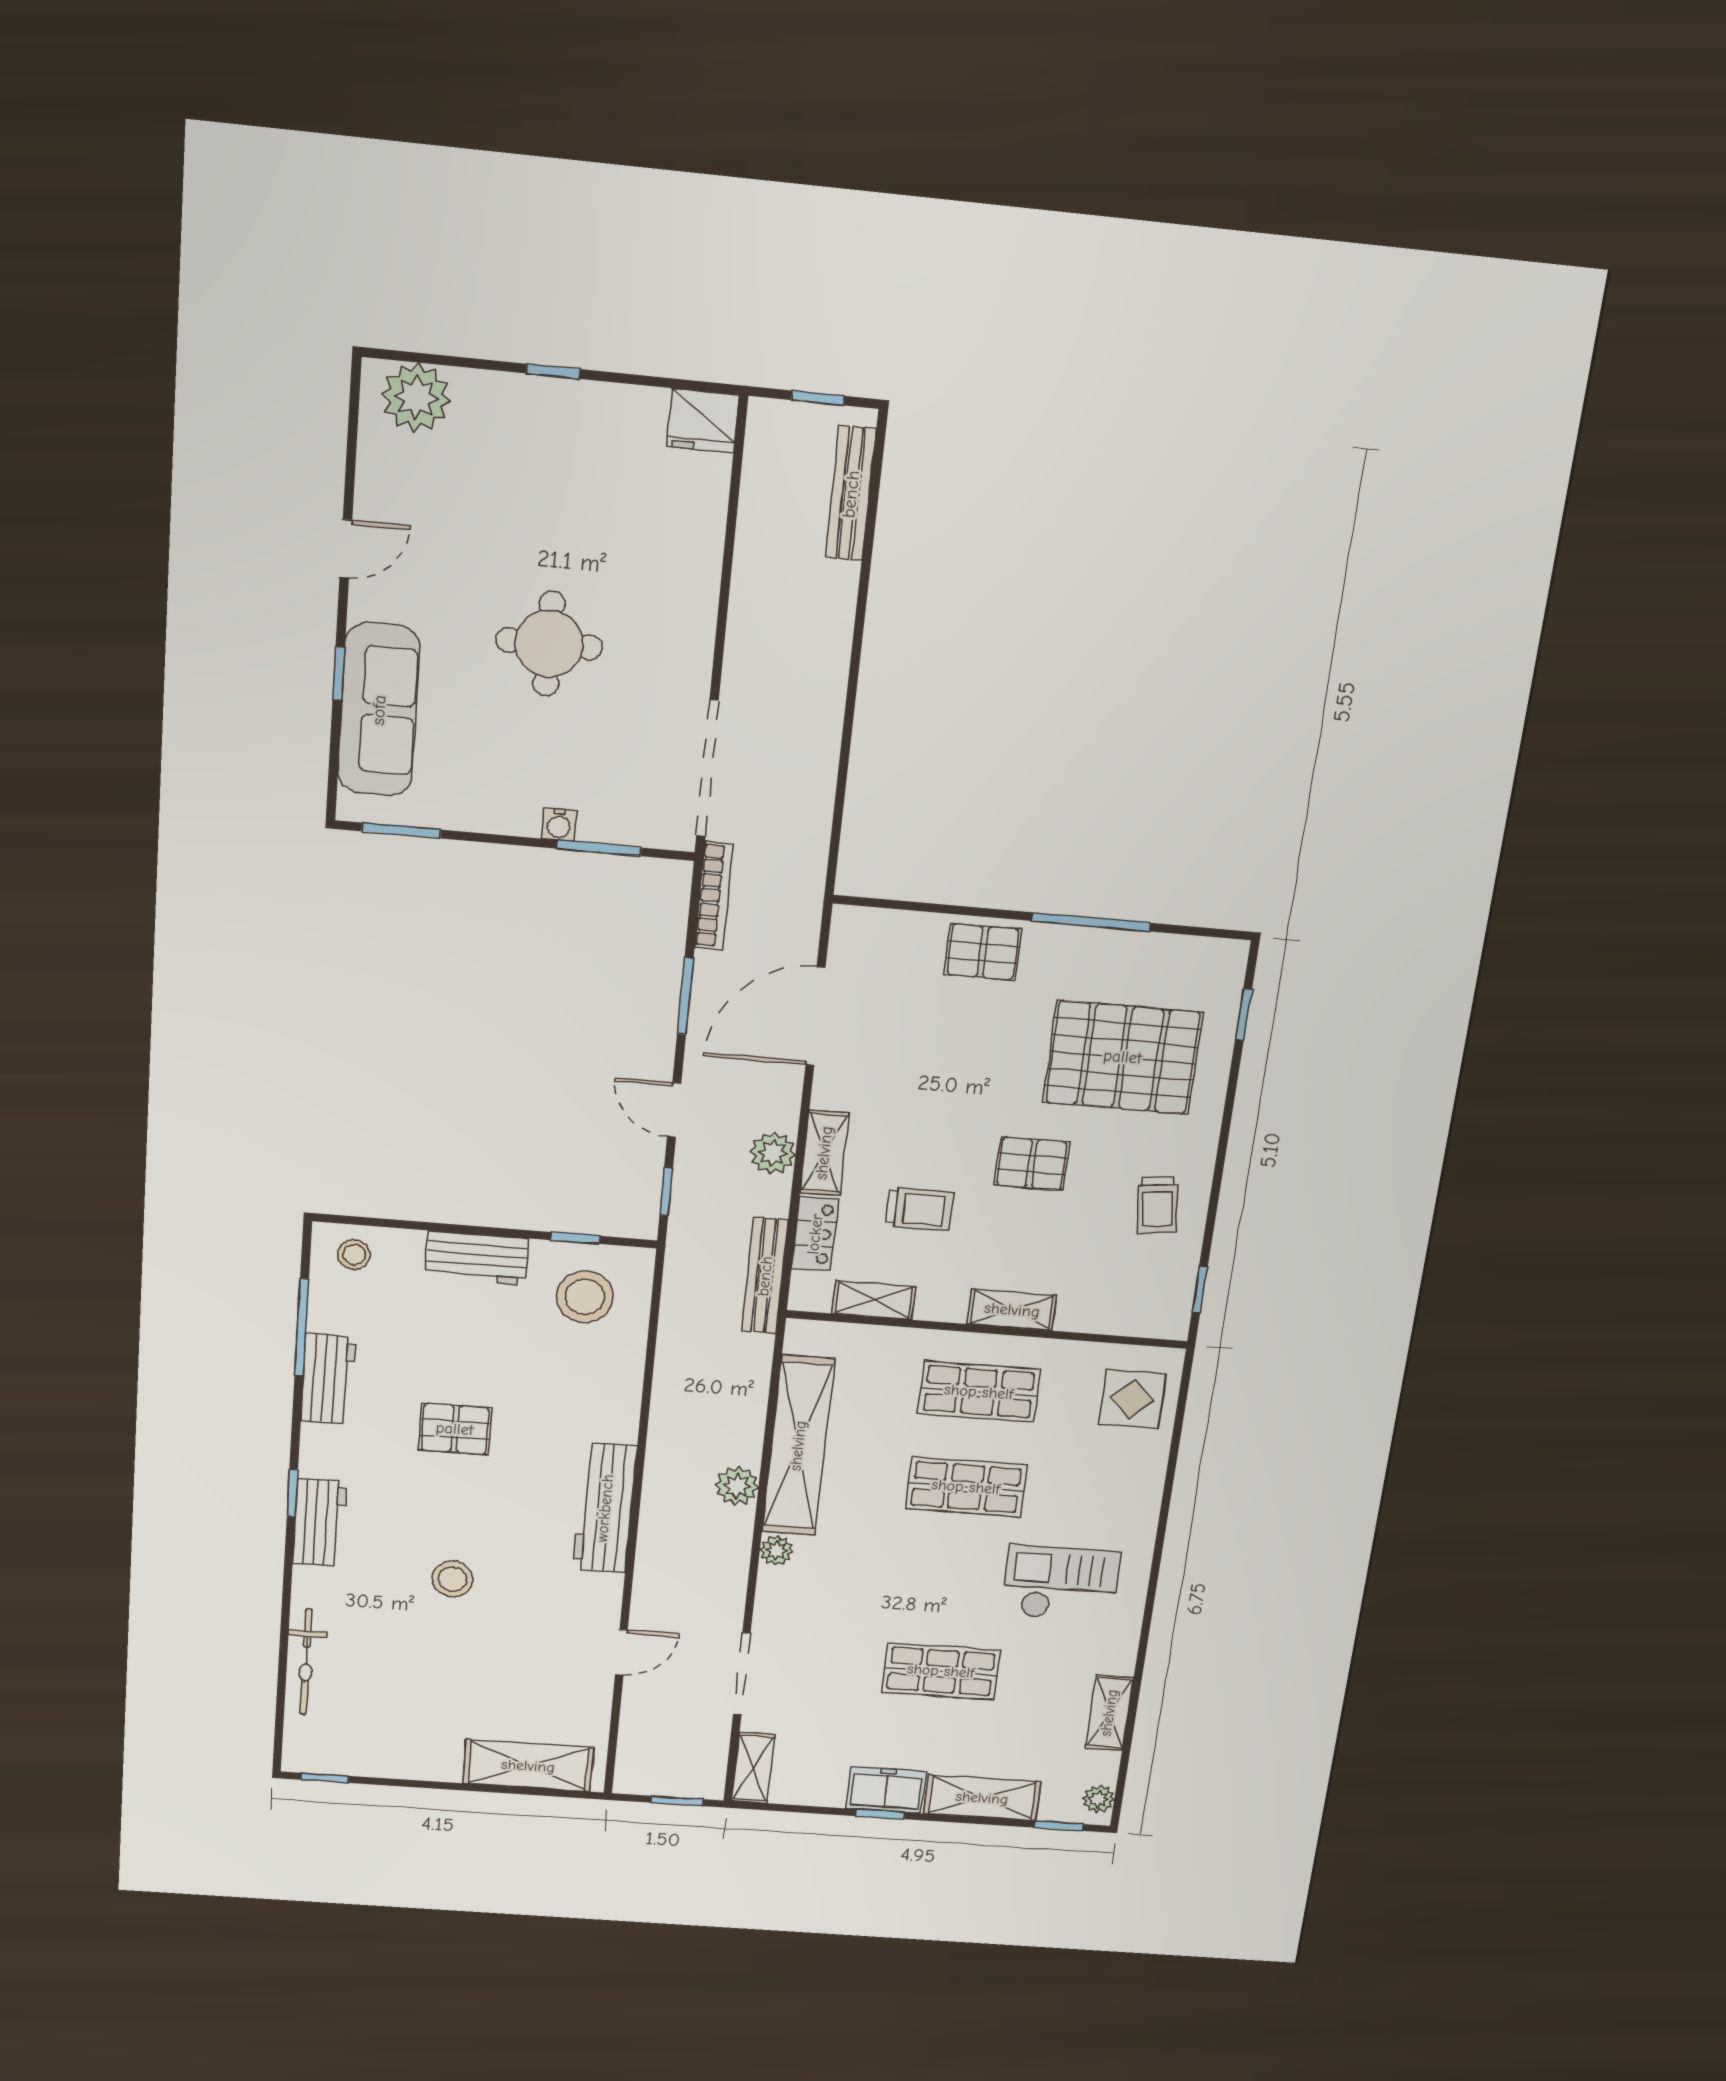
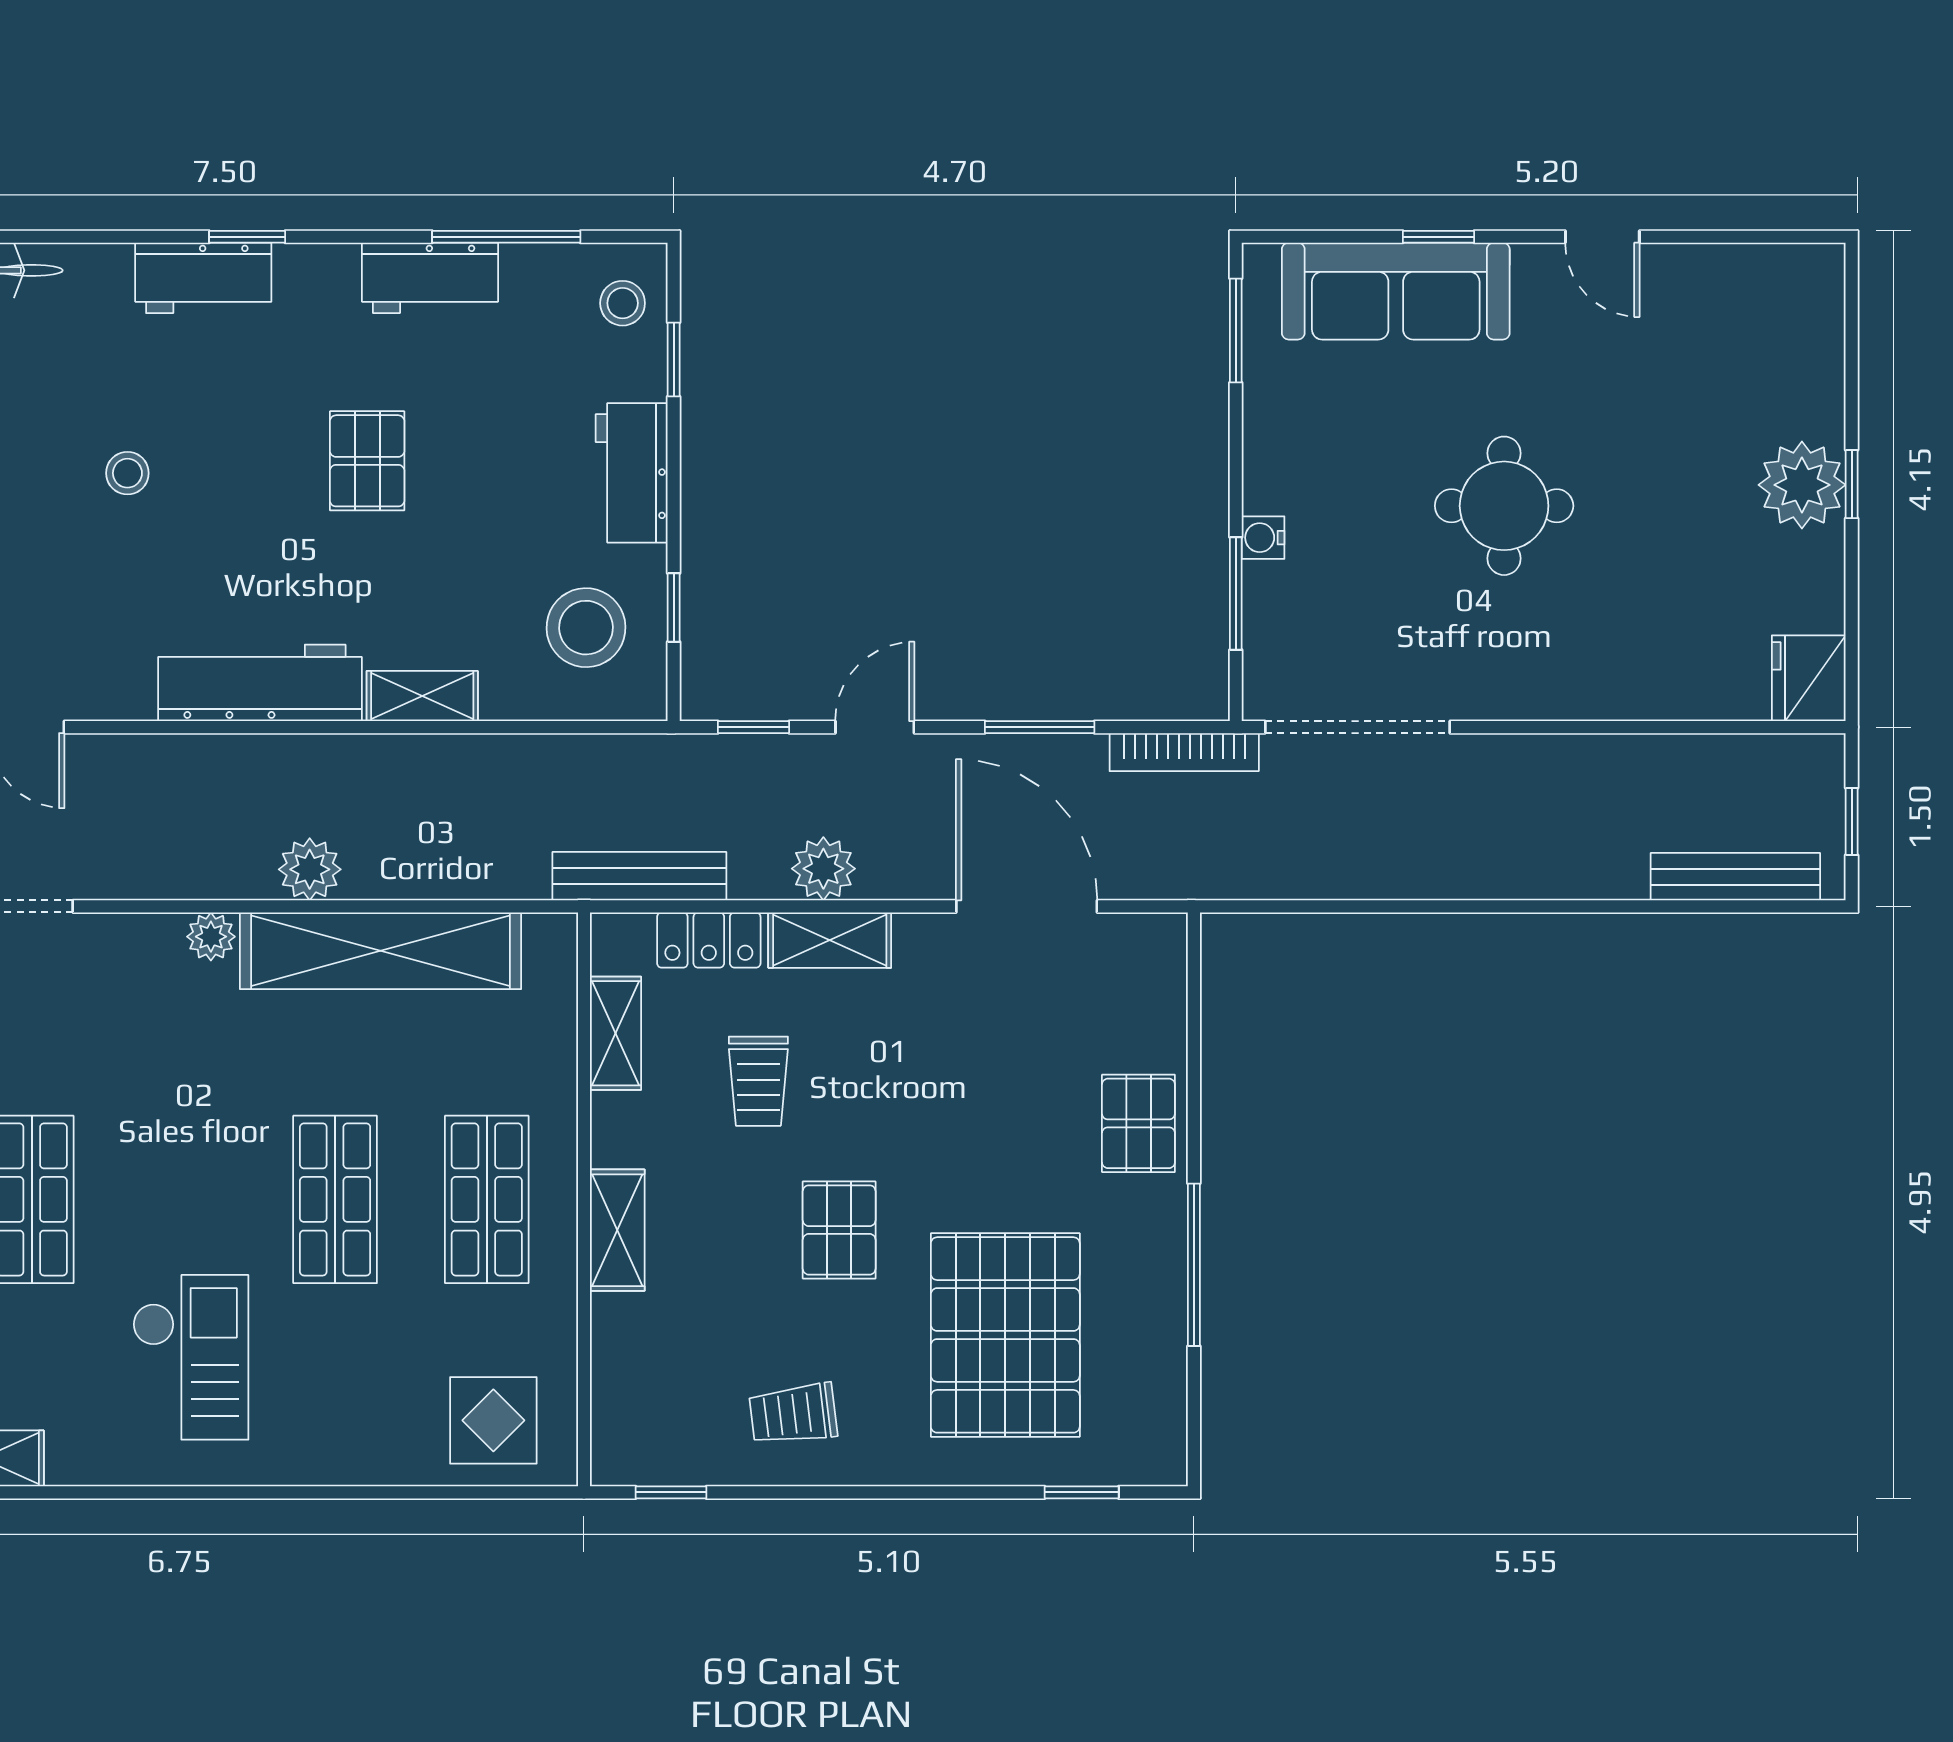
plant: (416, 398) -> (1802, 485), moved
window: (397, 1224) -> (674, 359), added
shelving: (623, 1406) -> (422, 696), added
stool: (452, 1579) -> (127, 473), width x0.73, depth x0.73

